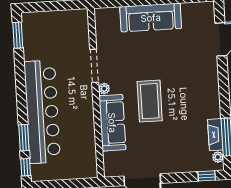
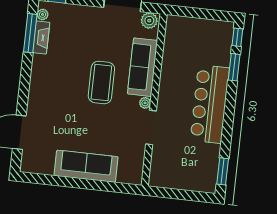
bar counter: (42, 112) -> (210, 104), width x0.73
plant: (114, 169) -> (149, 21), added

